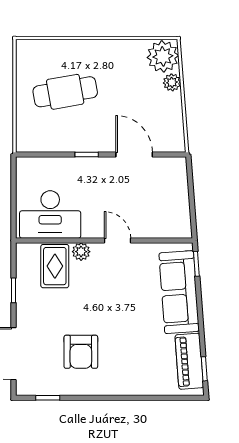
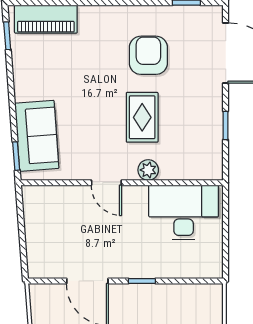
rug: (55, 266) -> (142, 117), moved
sofa: (179, 292) -> (37, 136), width x0.73
piano: (189, 361) -> (46, 19), moved, turned 94

